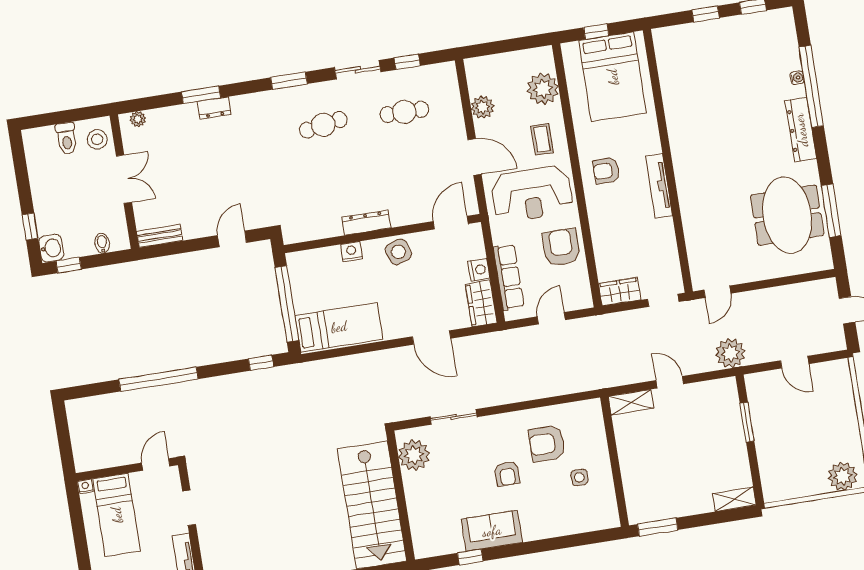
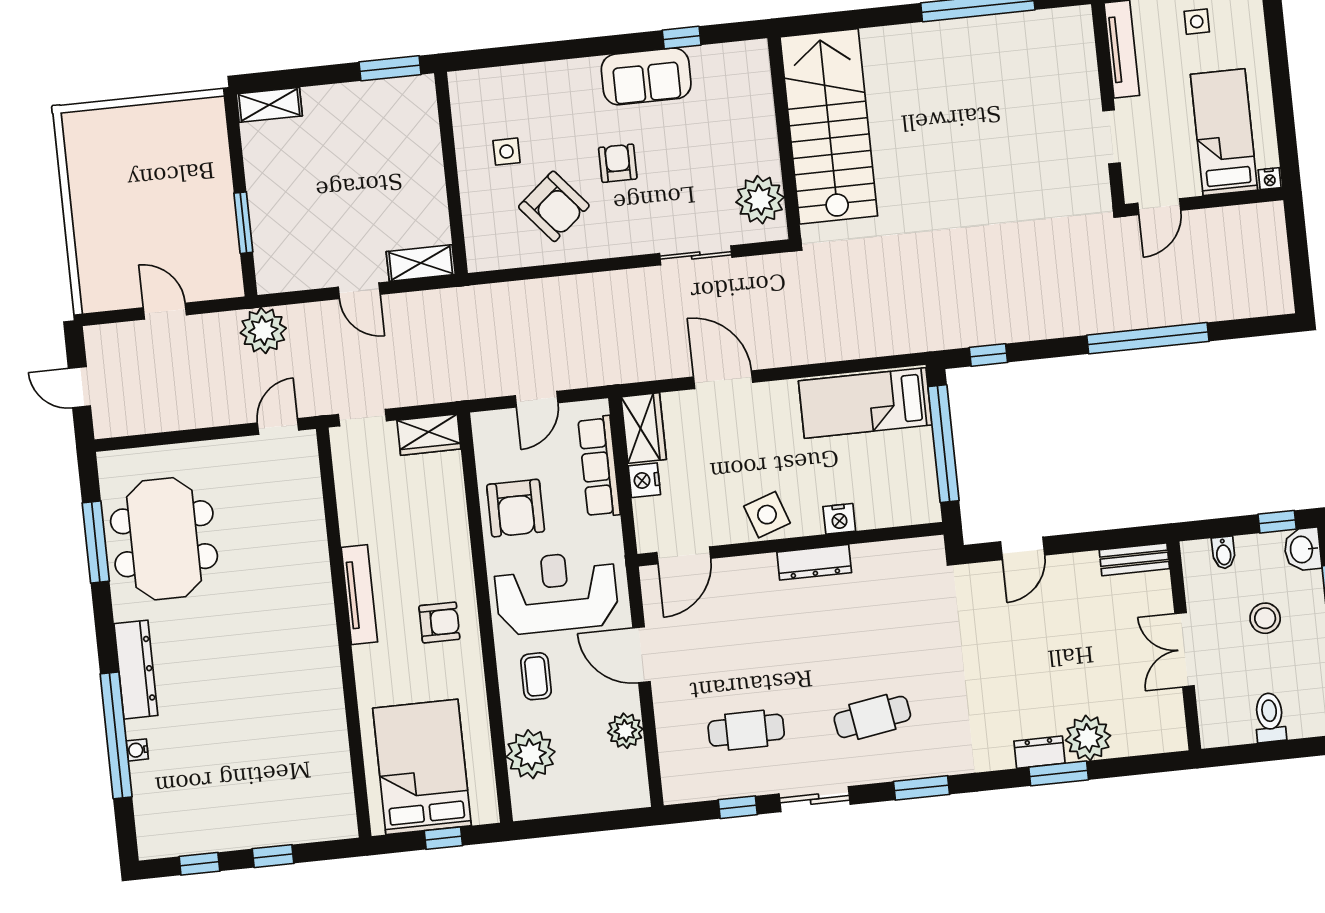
plant: (138, 119) -> (1088, 738), moved, width x1.88, depth x1.88
stool: (97, 139) -> (1265, 618), moved
armchair: (547, 444) -> (554, 206), turned 50
plant: (843, 476) -> (100, 131), removed

